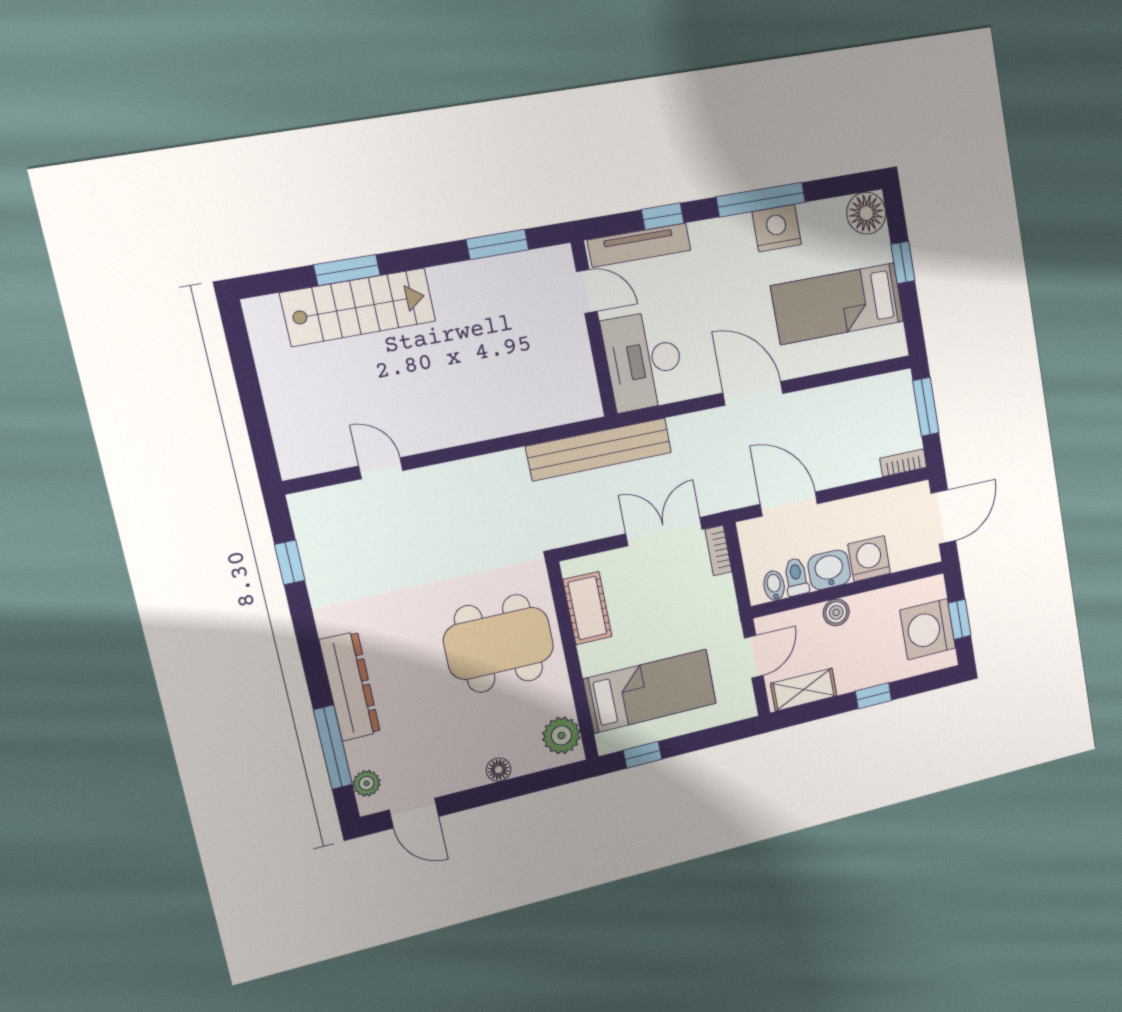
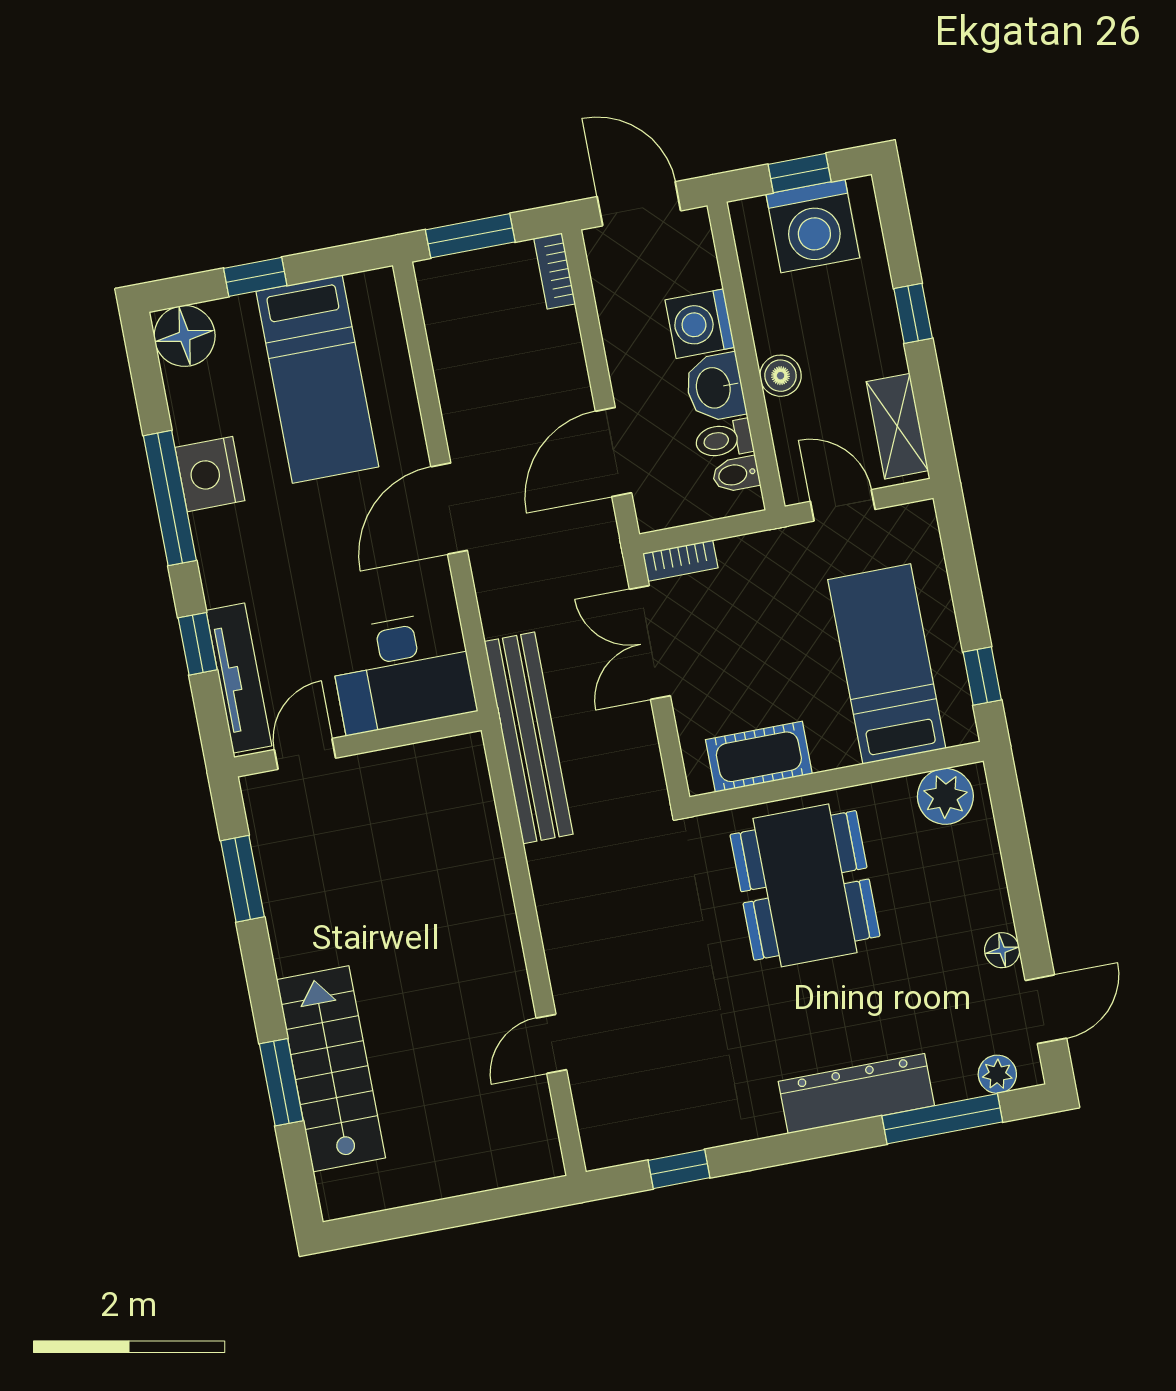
floor lamp: (499, 770) -> (1002, 950), moved

